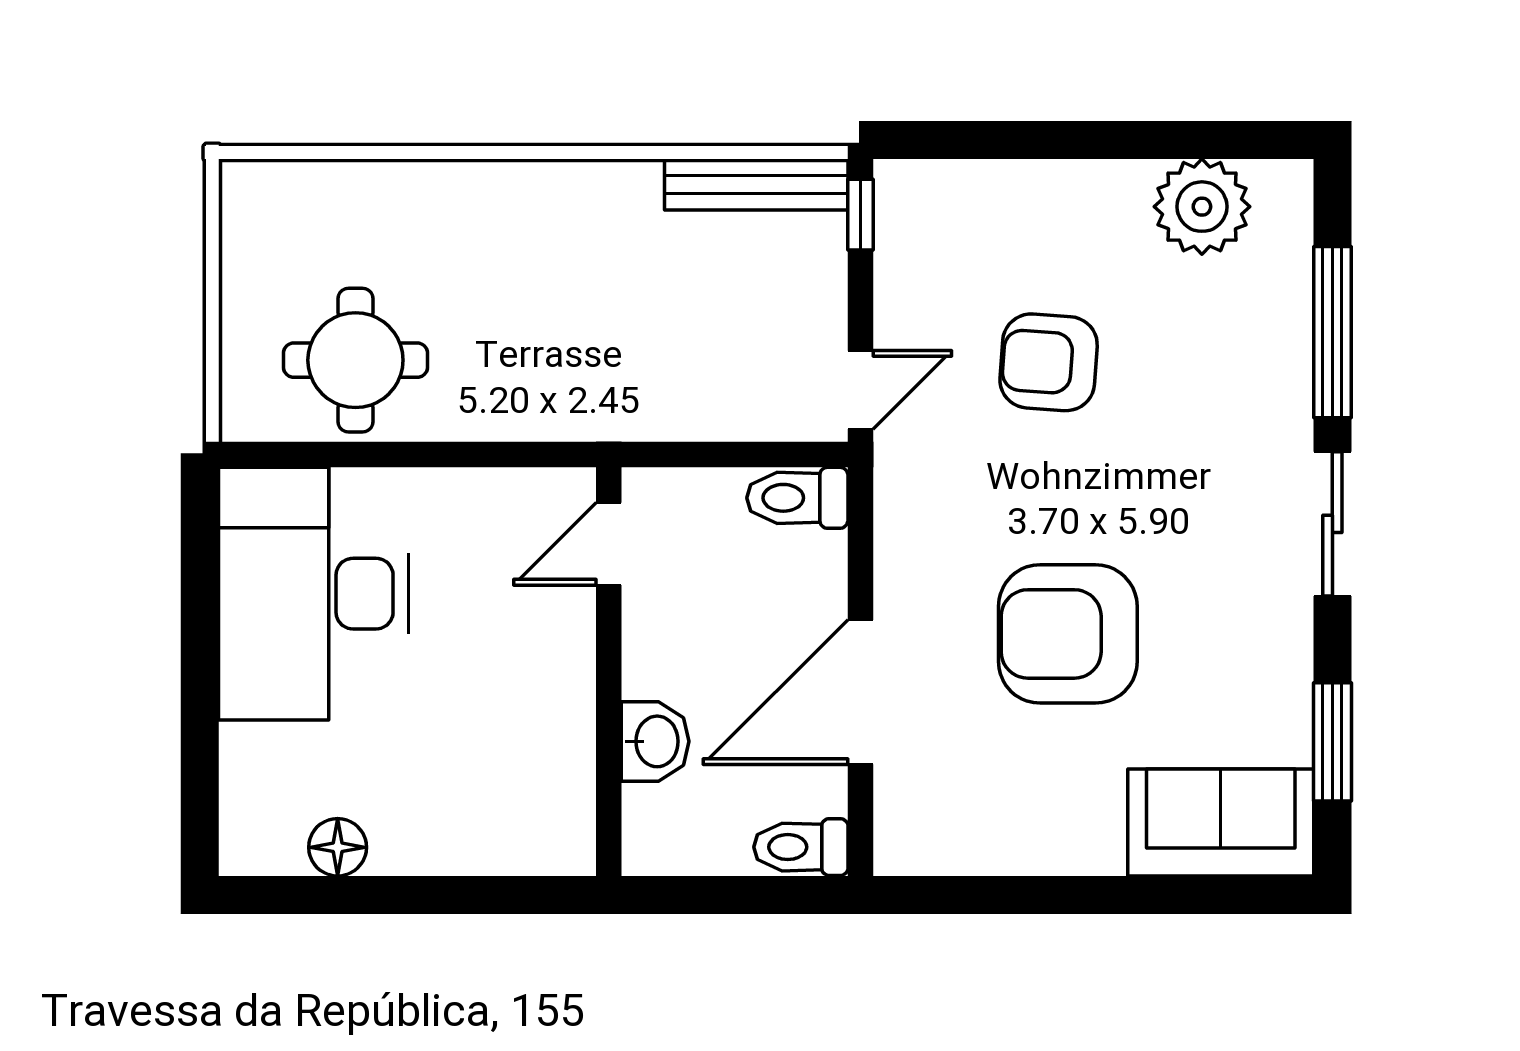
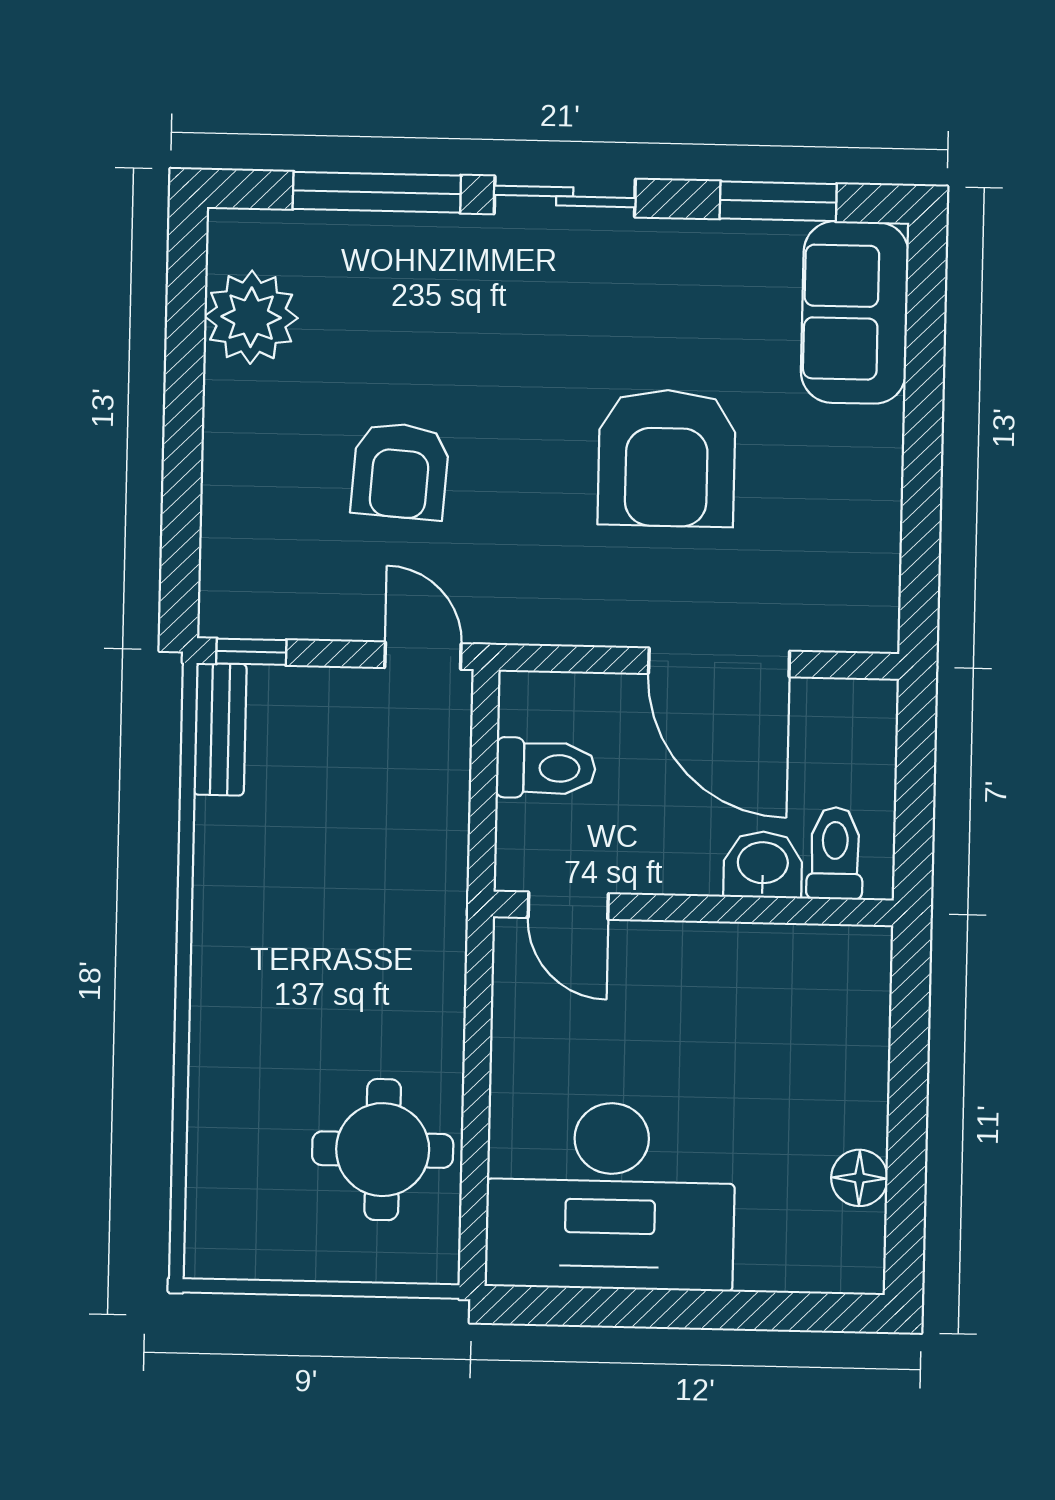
bench: (756, 184) -> (220, 729), width x0.73
toilet: (797, 498) -> (546, 768), moved, turned -90
toilet: (801, 847) -> (835, 853), moved, turned 180

